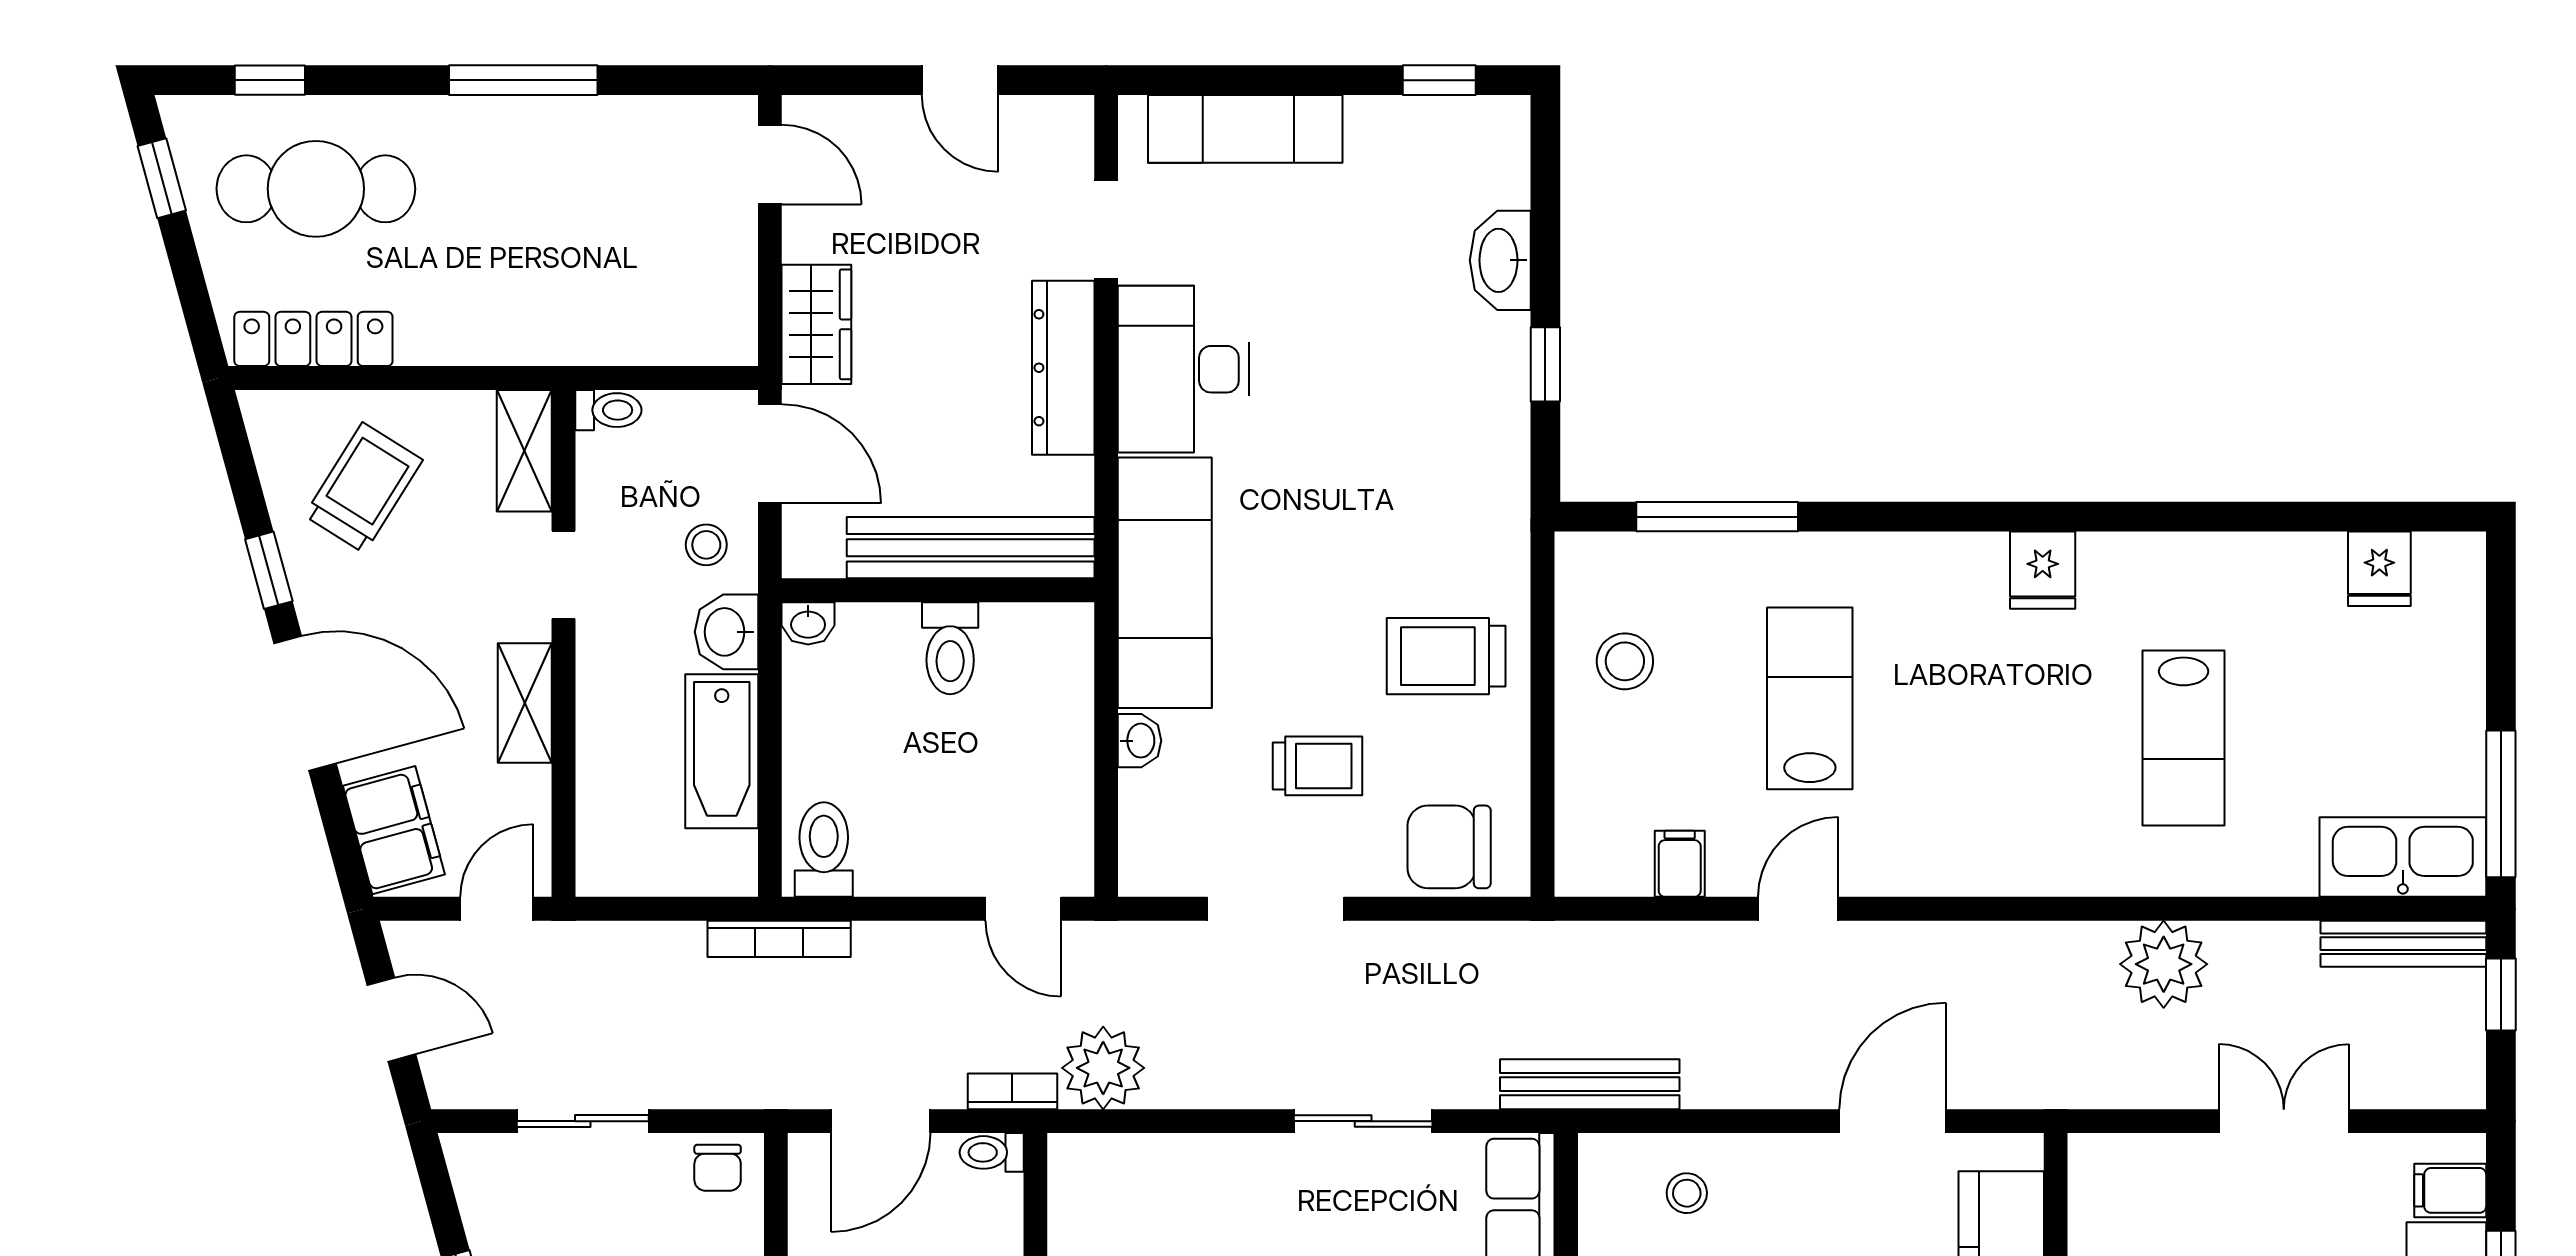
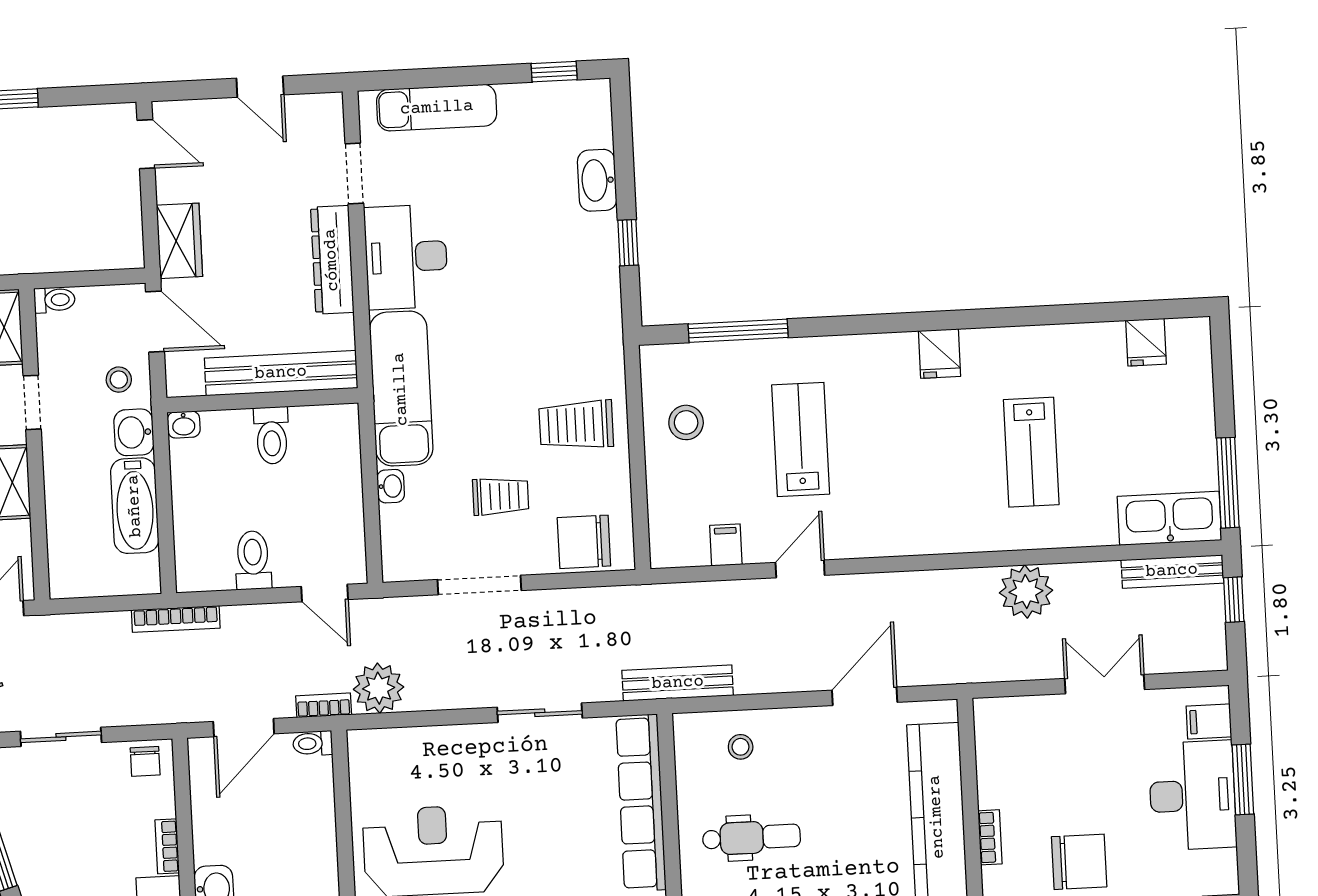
toilet: (824, 850) -> (253, 560), moved

